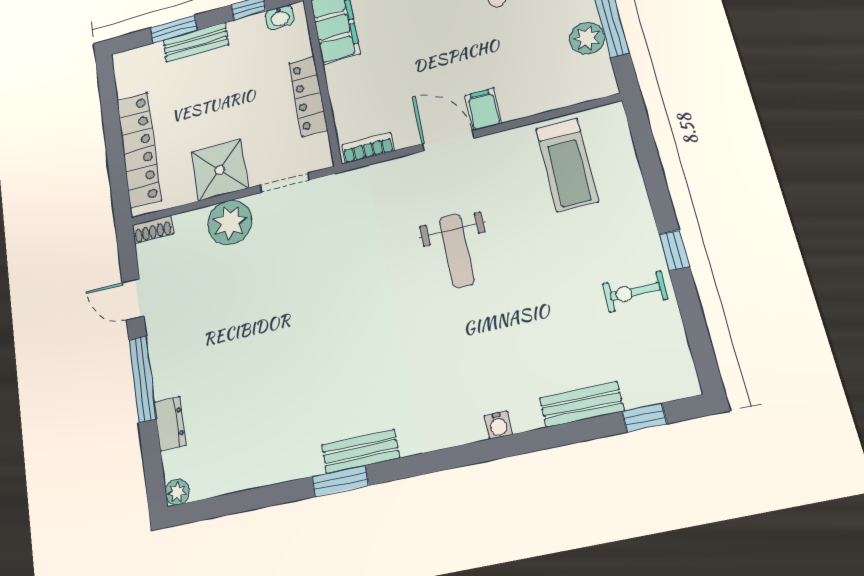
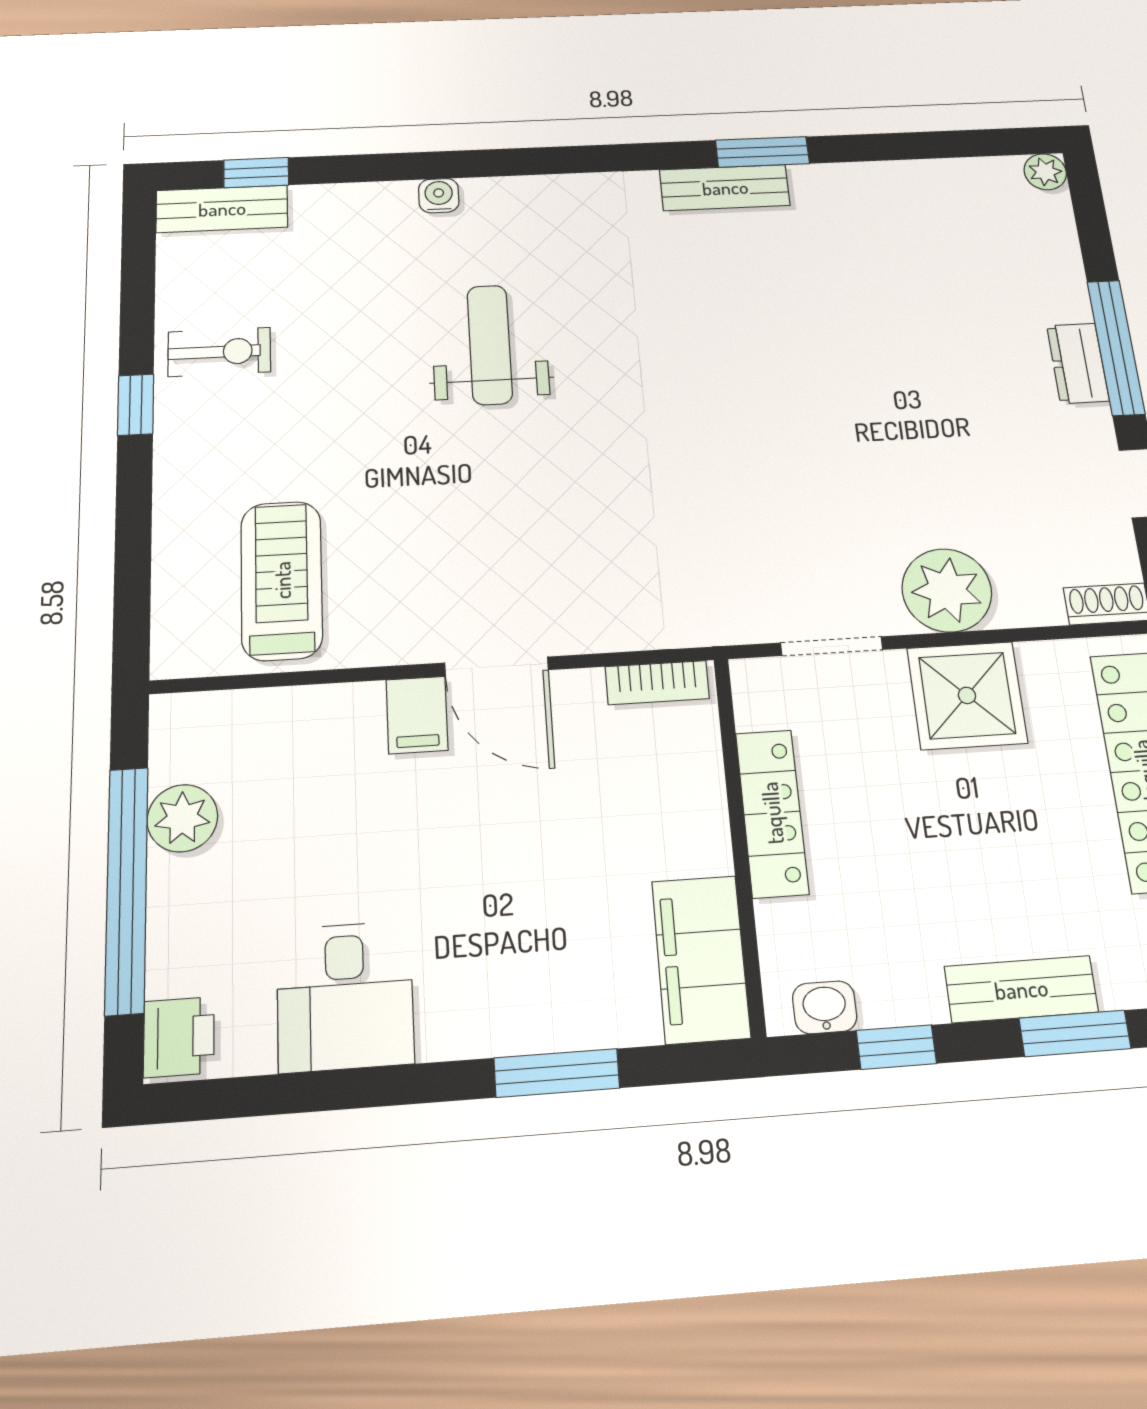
weight bench: (457, 251) -> (490, 345), moved
bench: (582, 404) -> (222, 209), moved
dresser: (170, 424) -> (1078, 363), moved
water cooler: (498, 425) -> (439, 196), moved

